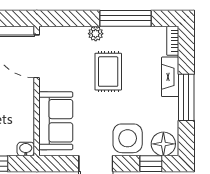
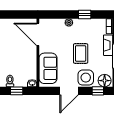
window: (126, 18) -> (85, 14), width x0.46
rug: (108, 72) -> (81, 53), moved

